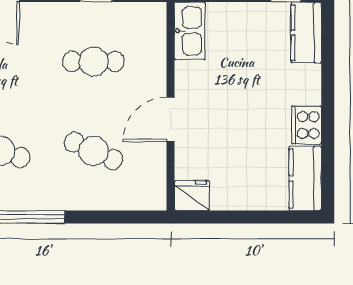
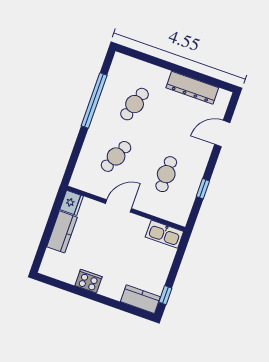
door: (171, 119) -> (119, 206), hinge flipped
kitchen counter: (305, 178) -> (62, 232), moved, turned 90

